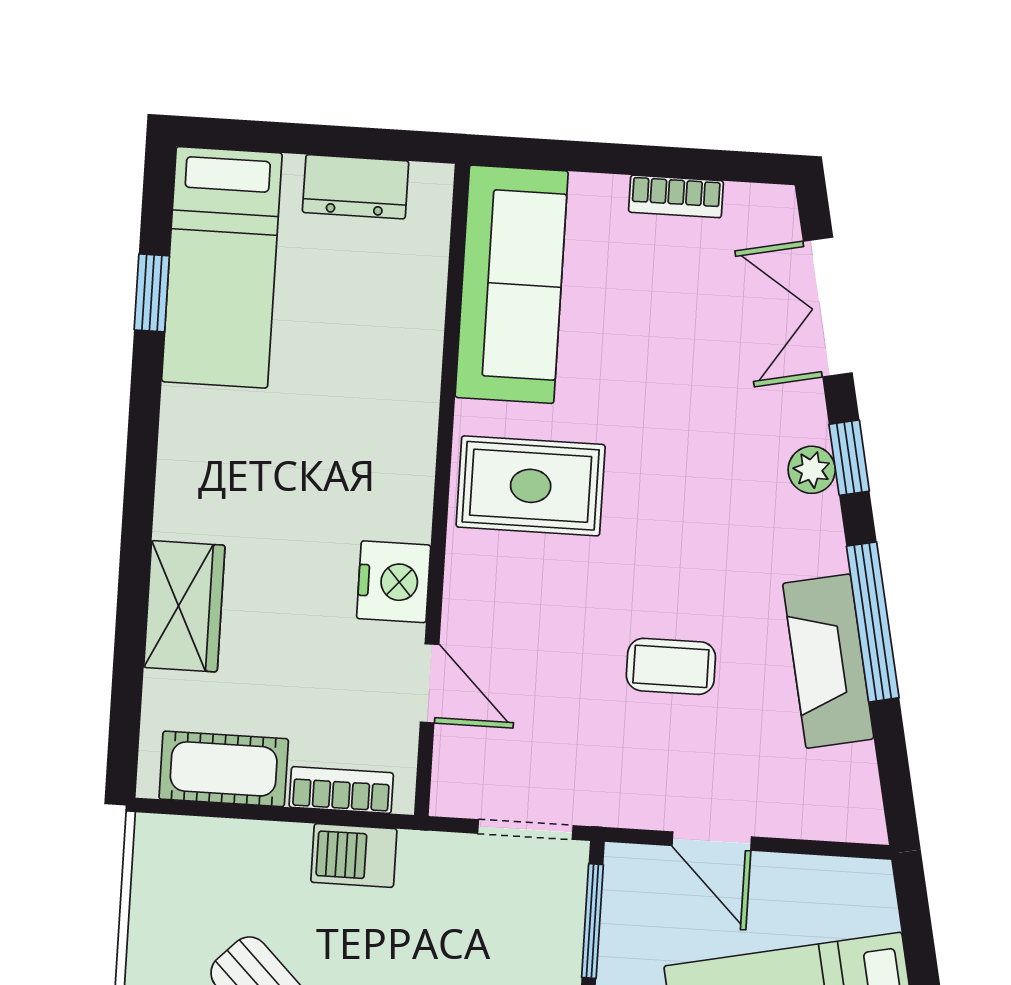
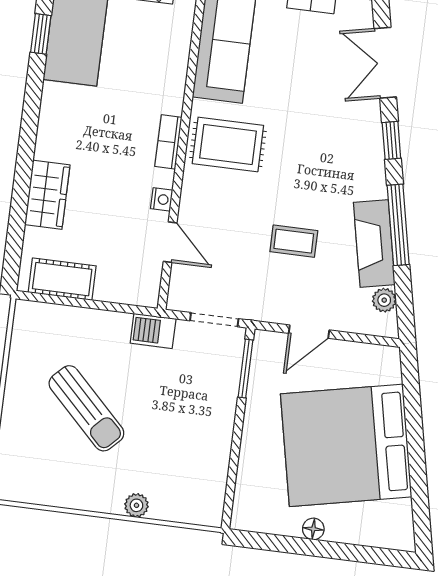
plant: (812, 470) -> (384, 300), moved
nightstand: (394, 582) -> (162, 199), width x0.53, depth x0.56
bookcase: (341, 790) -> (168, 142), moved, turned -90
door: (712, 841) -> (309, 332), hinge flipped
barbecue: (354, 855) -> (153, 331), moved

